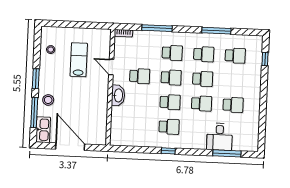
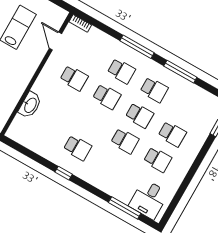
window: (157, 28) -> (137, 47), moved
school desk: (235, 56) -> (172, 134), moved
door: (111, 67) -> (56, 41), moved
washbasin: (118, 95) -> (30, 105), moved
school desk: (170, 102) -> (92, 122), removed
desk: (220, 137) -> (149, 199), moved

